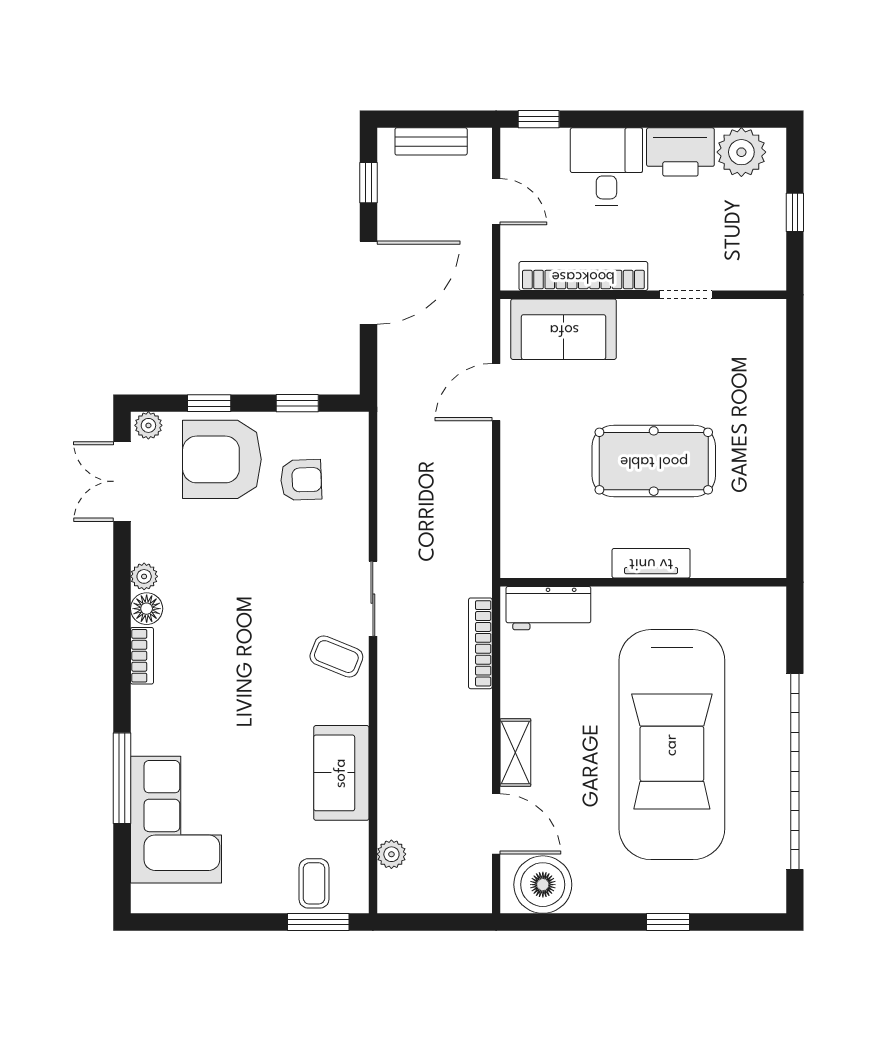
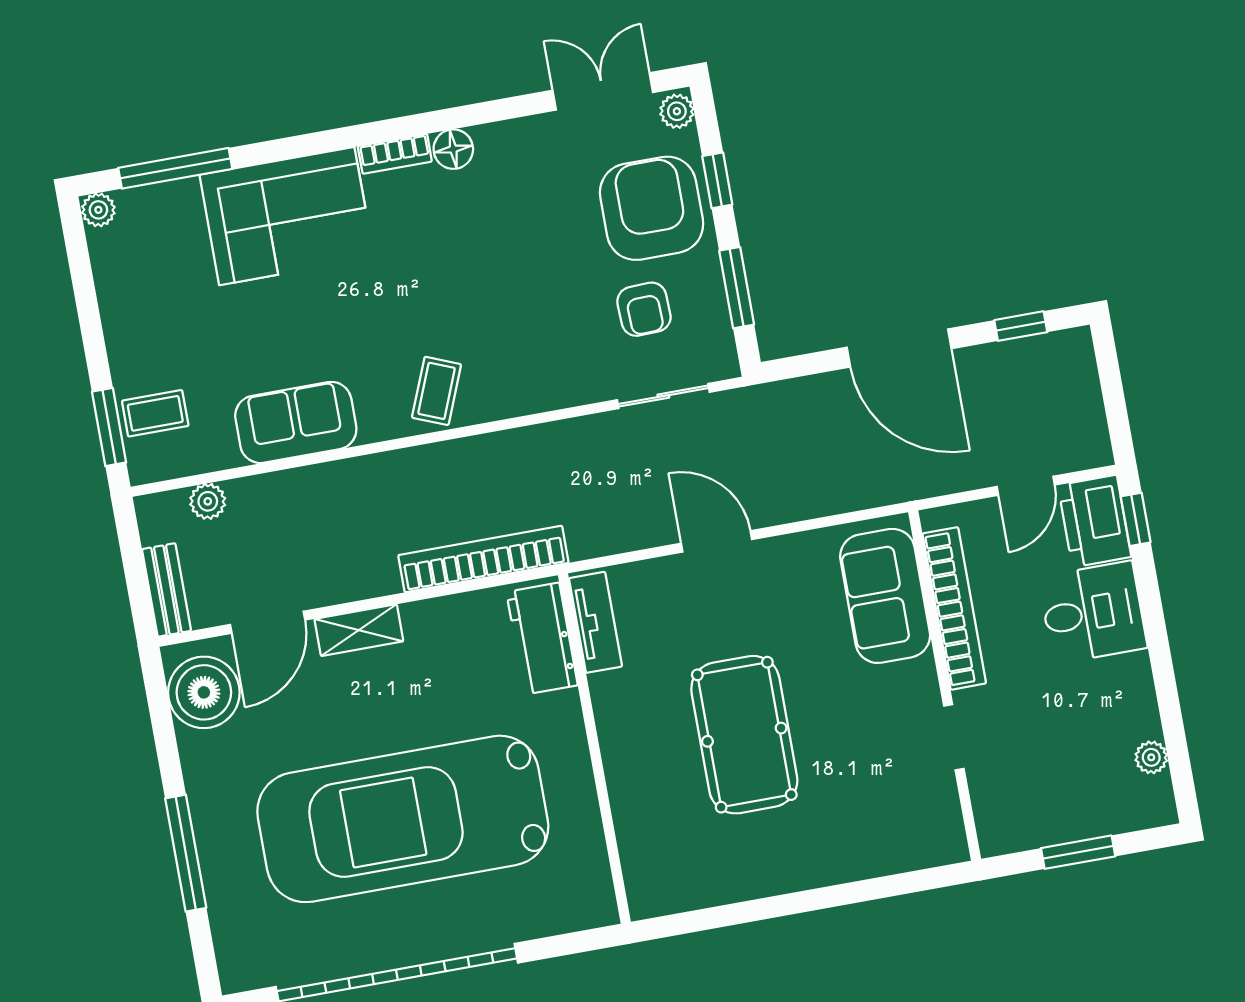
bench: (431, 141) -> (166, 590), moved
printer: (680, 152) -> (1095, 521), moved
plant: (741, 152) -> (1151, 757), width x0.53, depth x0.53
window: (795, 212) -> (1078, 852), width x1.50
door: (496, 392) -> (717, 541), moved
window: (297, 403) -> (737, 288), width x1.50
tv unit: (651, 563) -> (596, 622), moved
plant: (144, 576) -> (98, 210), moved
sliding door: (373, 599) -> (663, 396), moved
bookcase: (480, 643) -> (483, 559), width x1.48, depth x1.31
window: (122, 778) -> (175, 168), moved
corner sofa: (176, 820) -> (287, 216), moved
window: (668, 922) -> (186, 853), width x2.17

